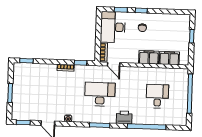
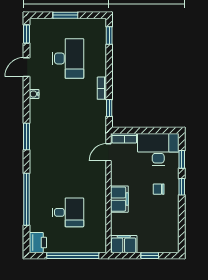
filing cabinet: (169, 58) -> (124, 244), moved, turned -90
desk: (100, 94) -> (68, 58), moved
printer: (124, 117) -> (38, 243), moved

